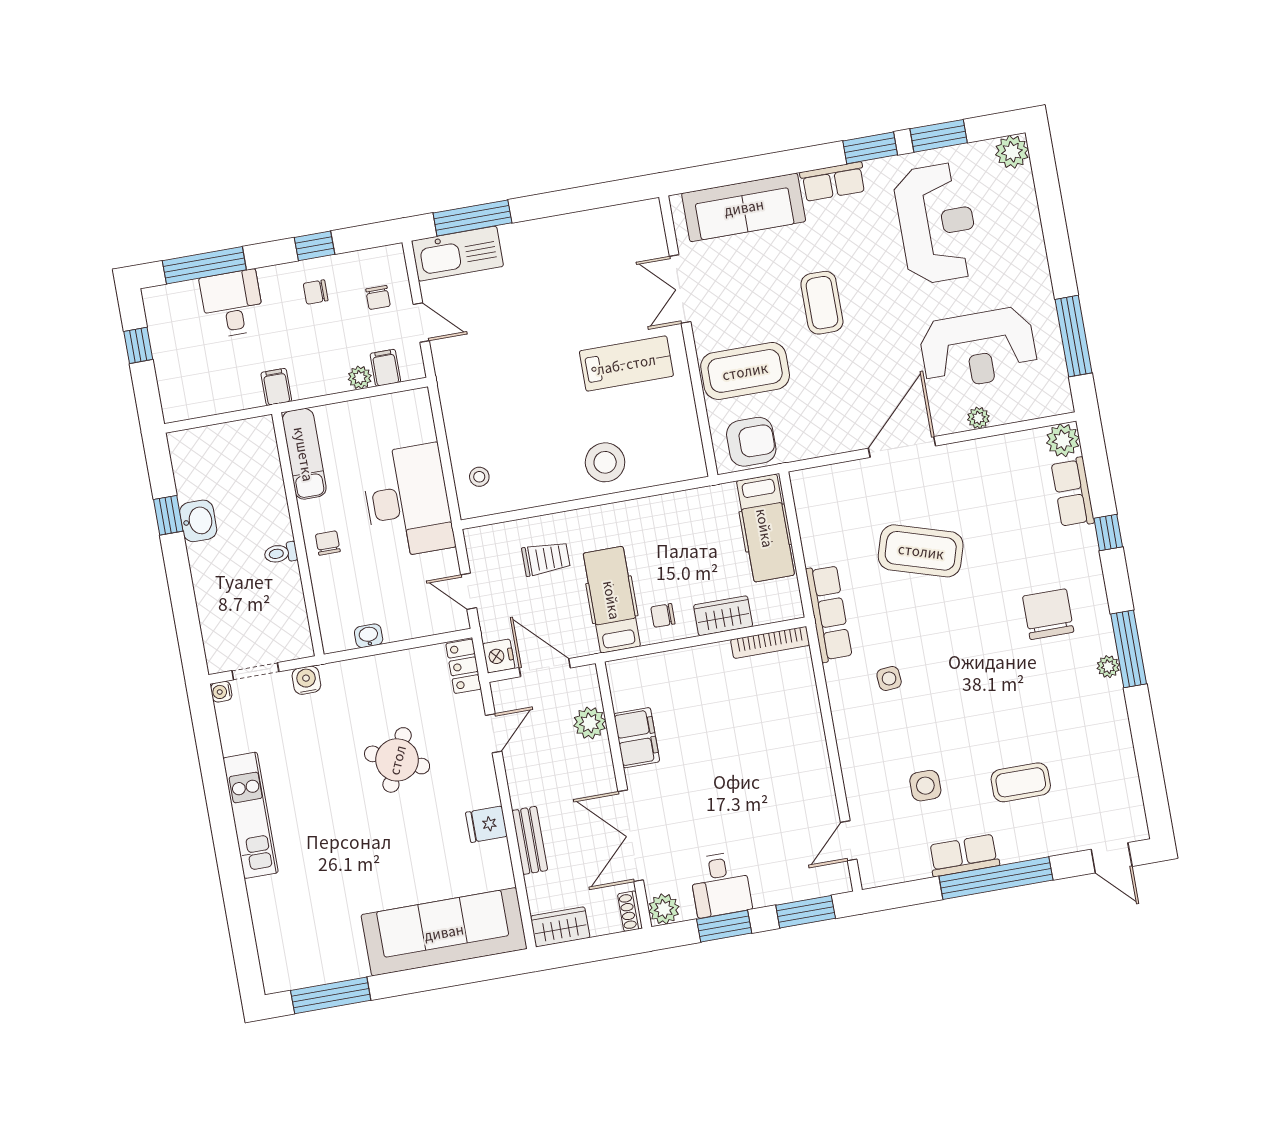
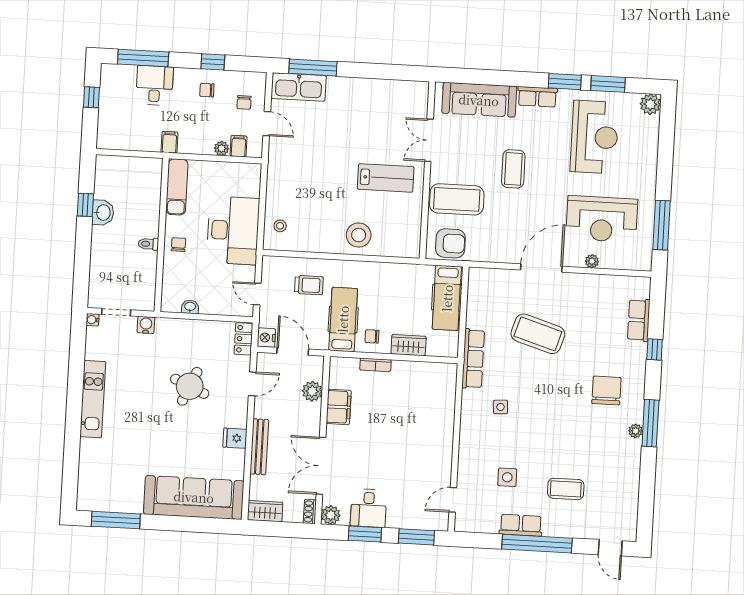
plant: (1063, 440) -> (640, 287), removed
bookcase: (770, 642) -> (375, 365), moved, width x0.64
bench: (530, 840) -> (259, 447), width x1.36

